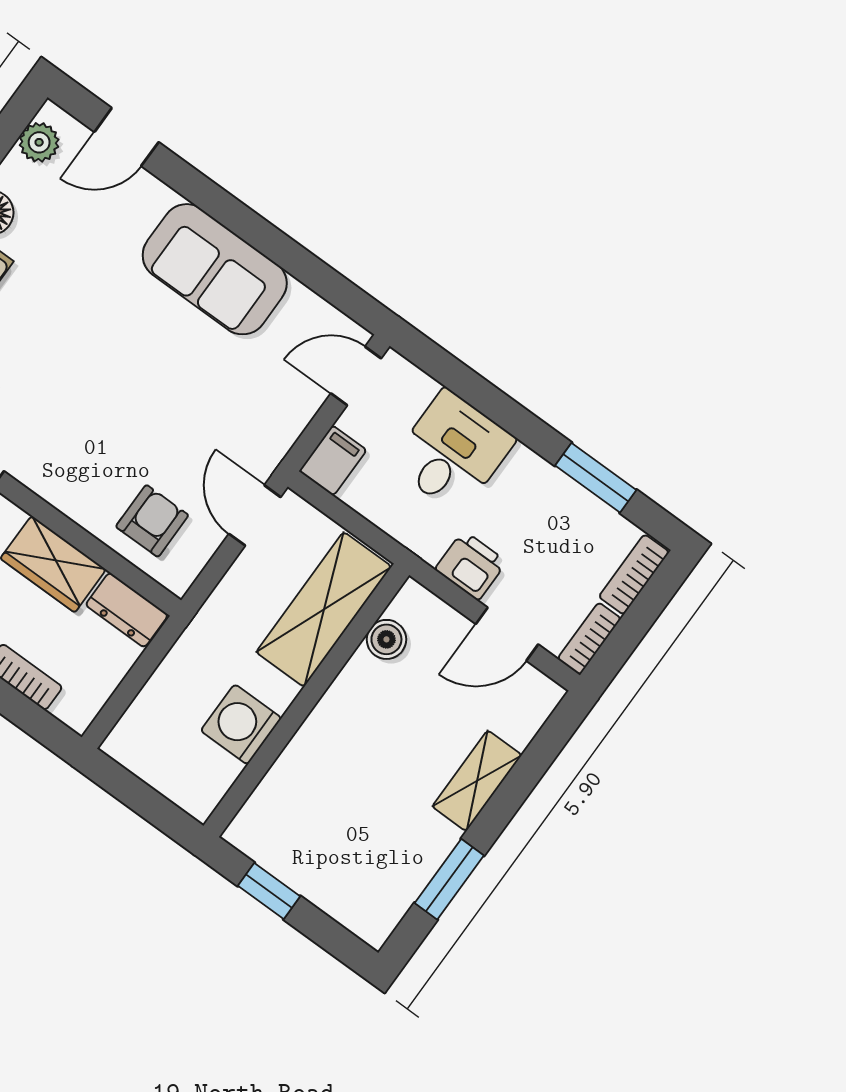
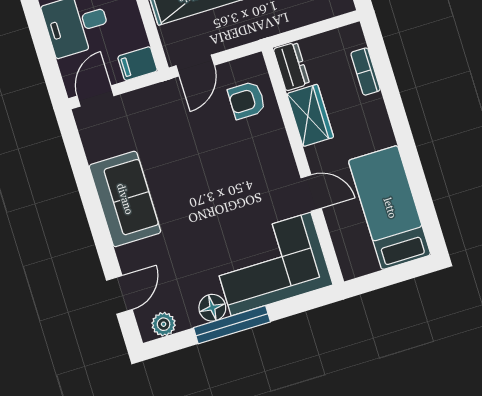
door: (126, 137) -> (119, 295), hinge flipped
door: (356, 376) -> (96, 96), swing flipped

